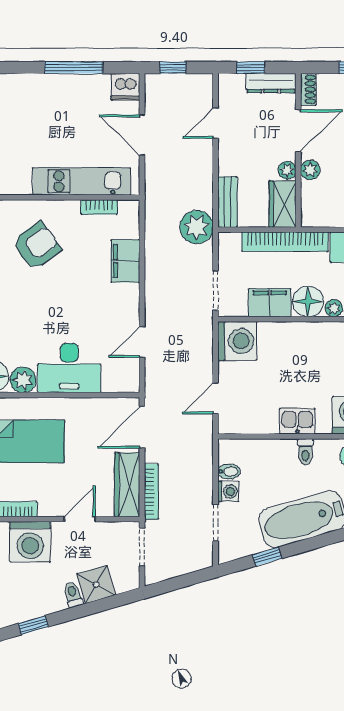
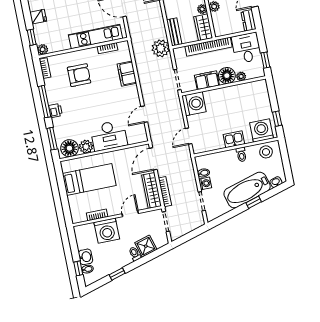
armchair: (37, 246) -> (79, 75), turned 36
window: (267, 557) -> (254, 202), moved

